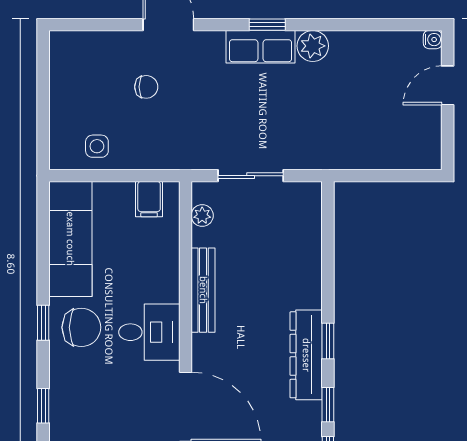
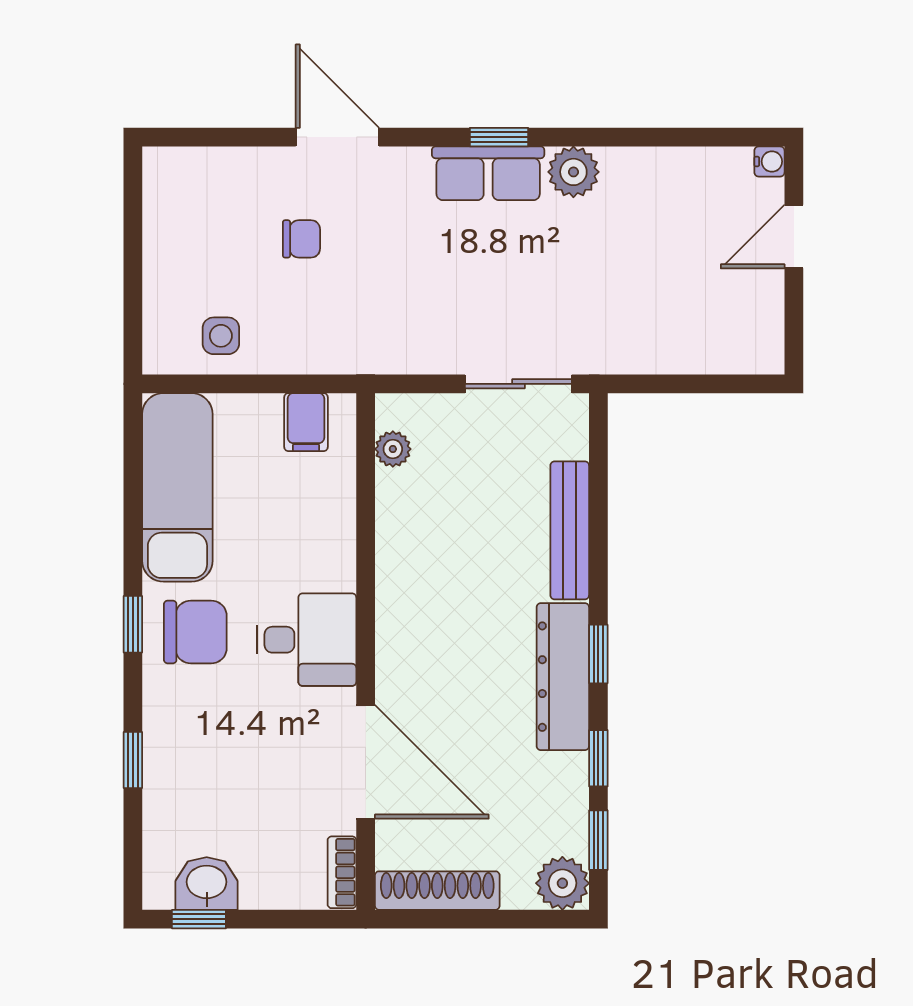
sliding door: (251, 176) -> (518, 384), moved
bench: (203, 290) -> (570, 530), moved

